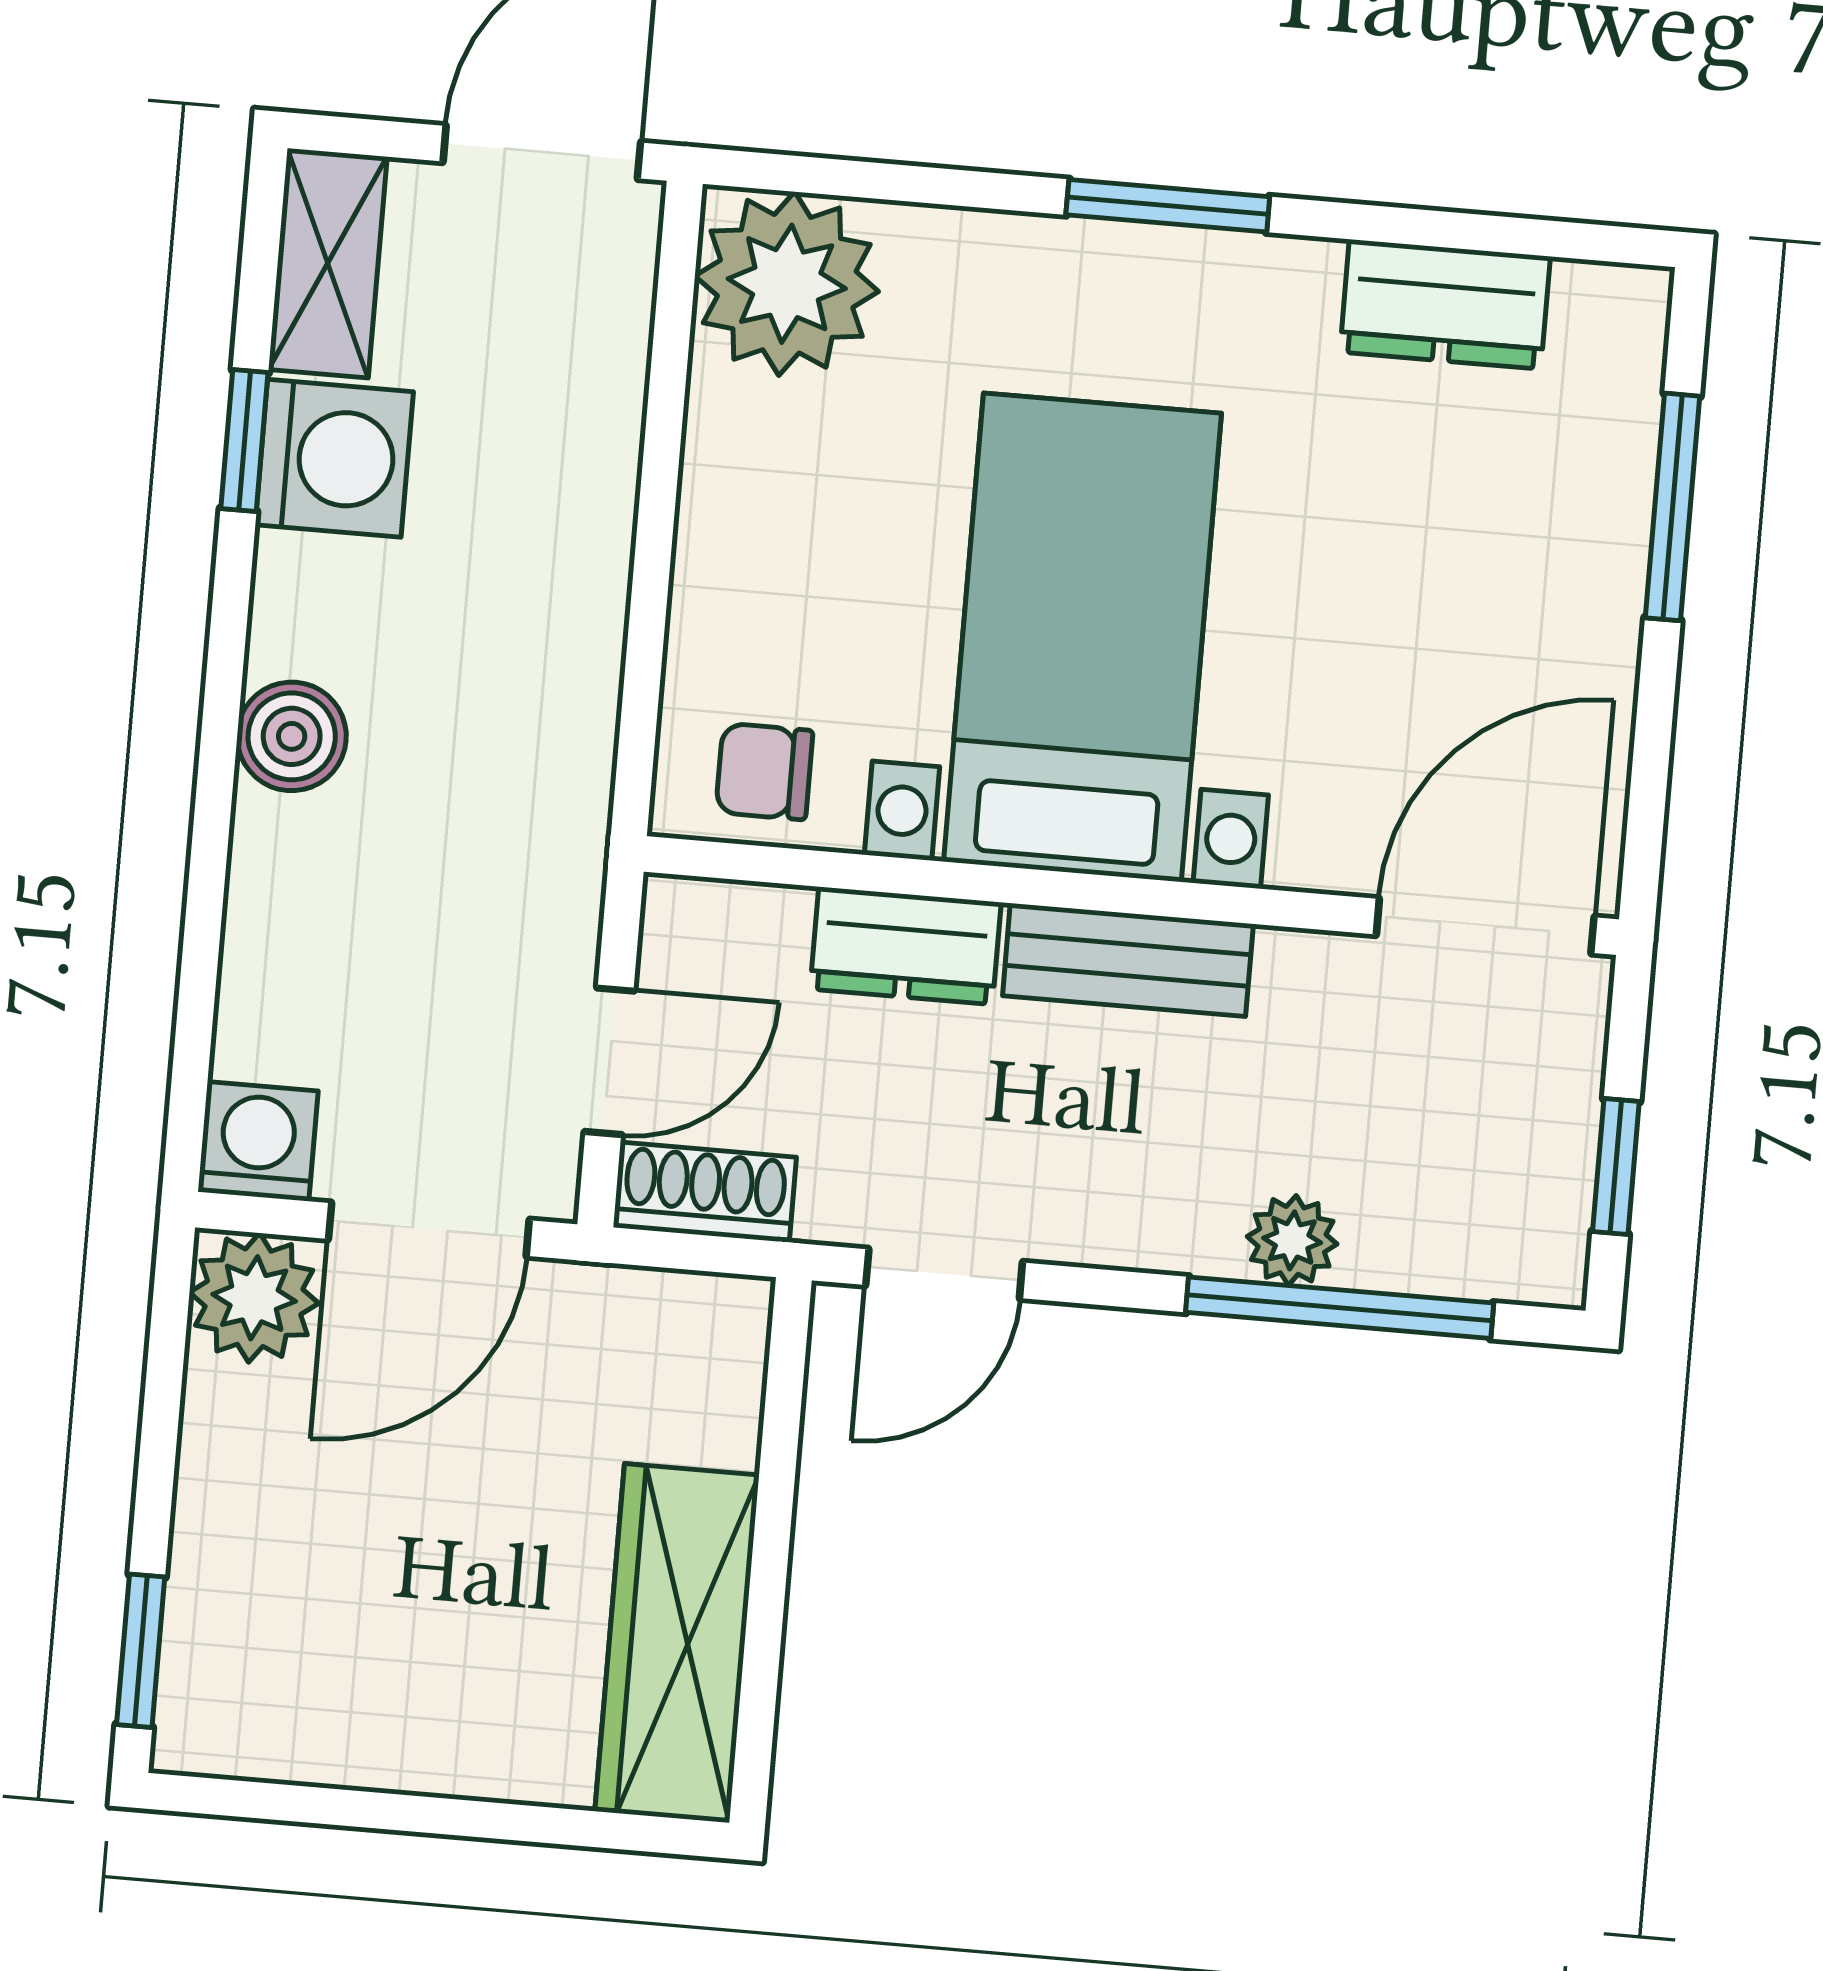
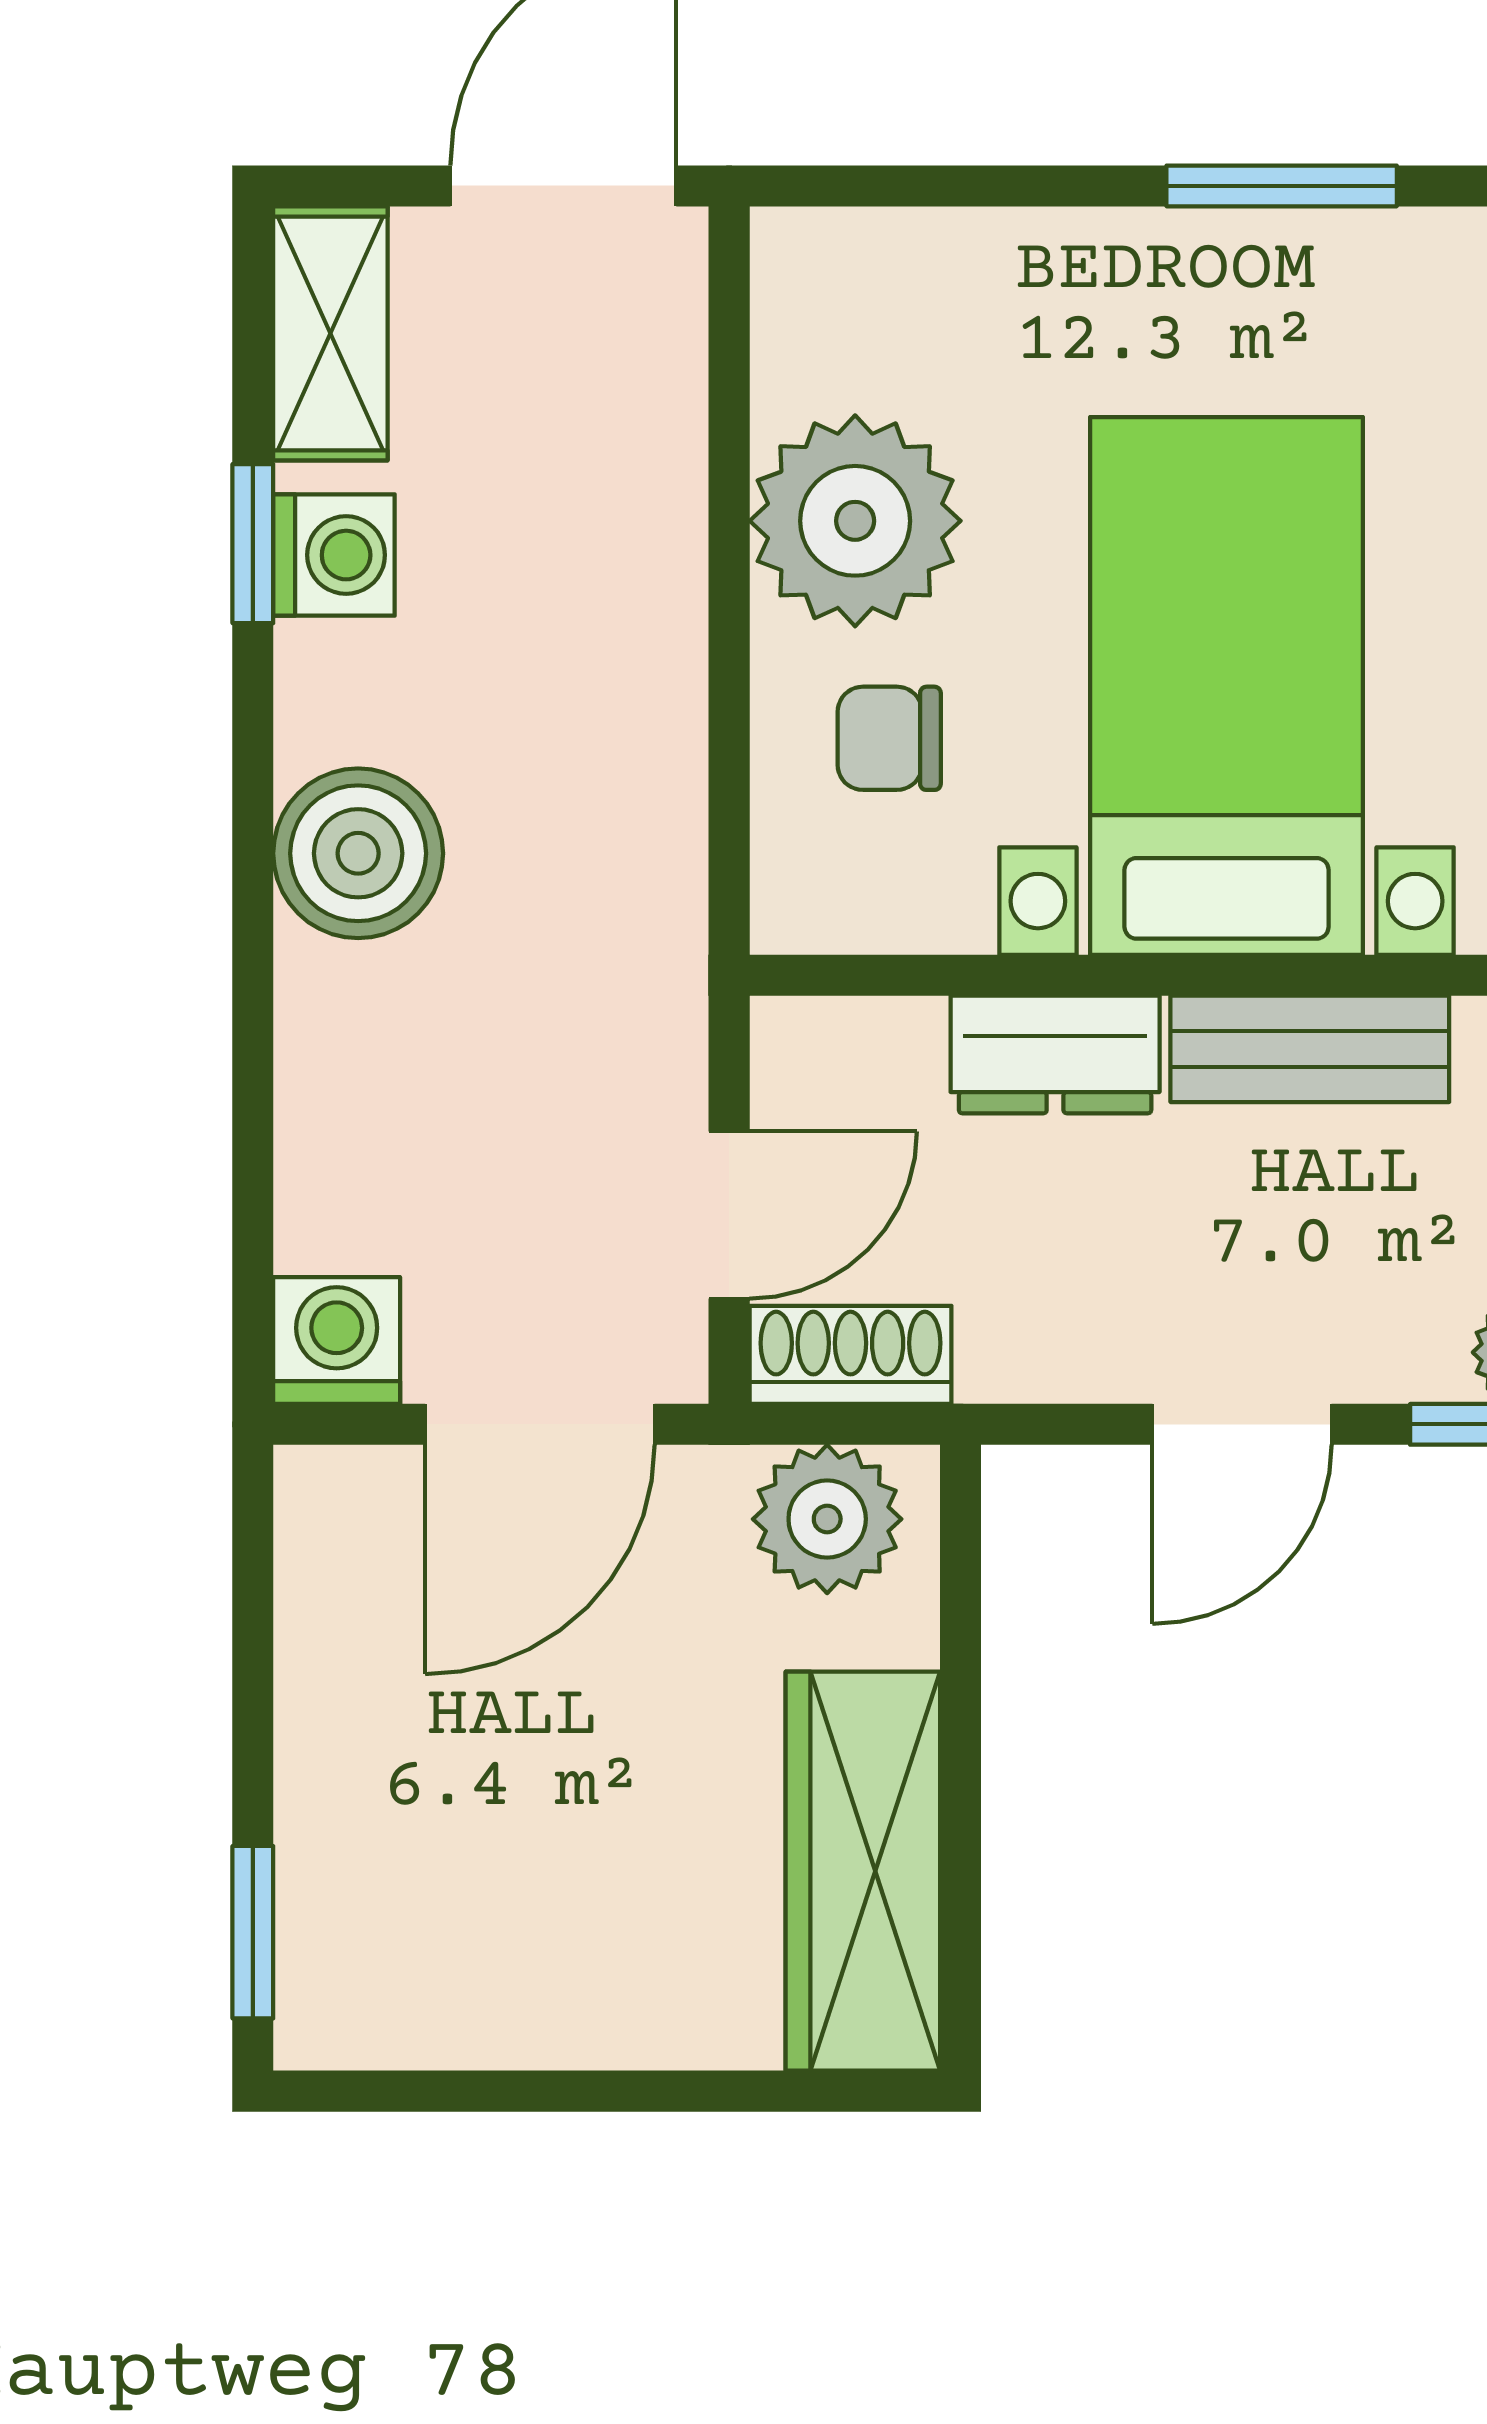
plant: (787, 284) -> (855, 521), moved
washing machine: (334, 458) -> (334, 555), width x0.73, depth x0.73
boiler: (292, 736) -> (358, 853), width x1.36, depth x1.36
chair: (764, 771) -> (889, 738), moved
door: (944, 1274) -> (1242, 1424), moved
plant: (254, 1298) -> (827, 1519), moved

